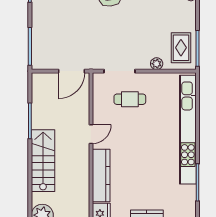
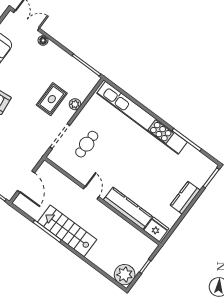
rug: (181, 48) -> (52, 99), moved, turned 90
door: (72, 71) -> (26, 182), moved
stairs: (43, 161) -> (67, 231), moved

